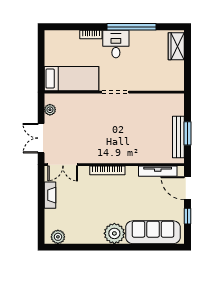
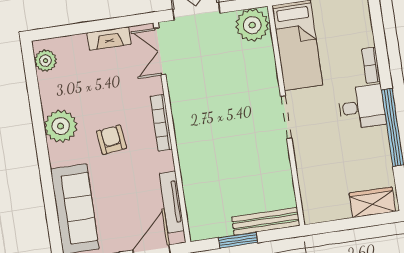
plant: (50, 110) -> (252, 25), width x1.88, depth x1.88
bench: (178, 137) -> (266, 221), moved
armchair: (113, 203) -> (111, 140), added
plant: (114, 233) -> (61, 126), moved

